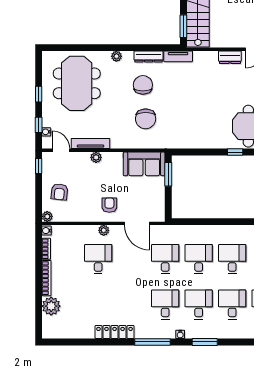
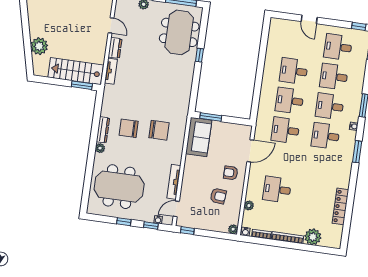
tv unit: (178, 56) -> (111, 71), moved
dresser: (149, 57) -> (103, 130), moved
plant: (96, 157) -> (187, 179), removed
armchair: (59, 192) -> (218, 196), moved
plant: (104, 230) -> (249, 205), moved
locker: (115, 332) -> (340, 206), moved
window: (153, 342) -> (357, 152), width x0.69

